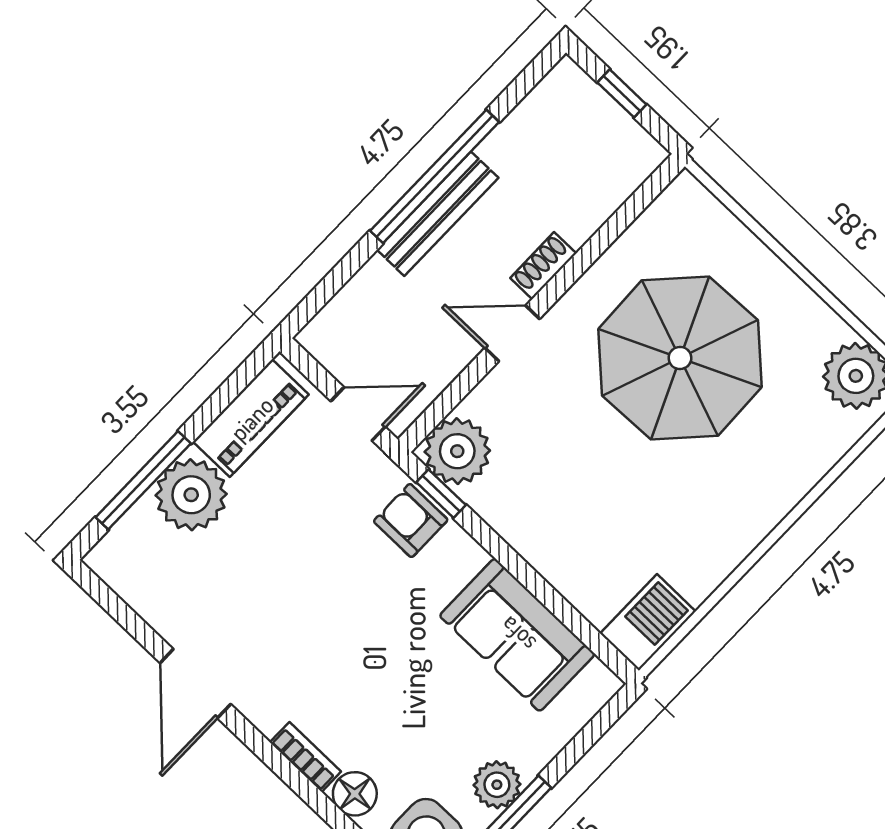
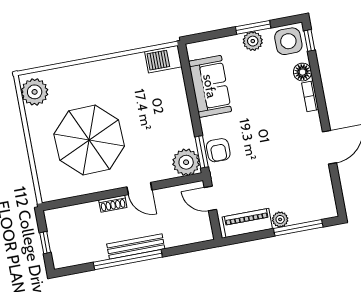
window: (441, 494) -> (202, 152), width x1.50
plant: (191, 495) -> (280, 219), width x0.53, depth x0.53

